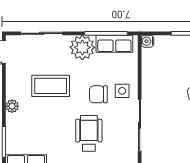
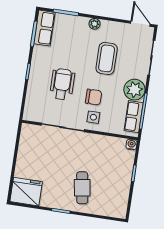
chair: (98, 94) -> (94, 97), turned 90
wheelchair: (89, 133) -> (62, 84), turned -90

